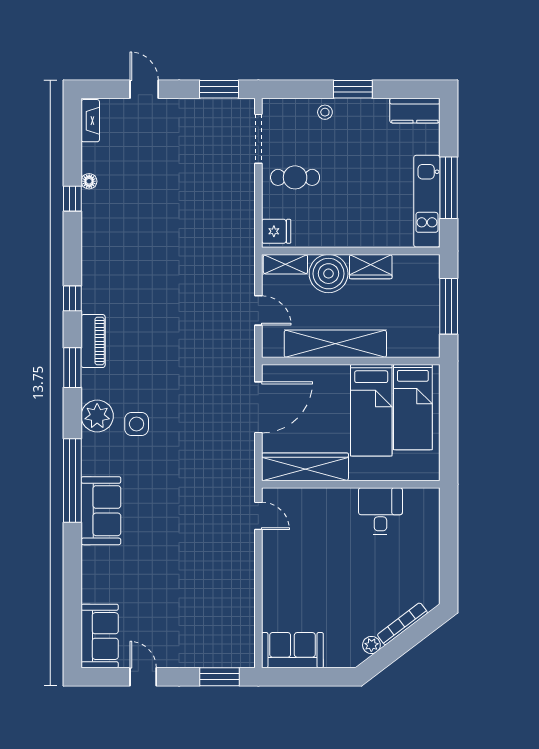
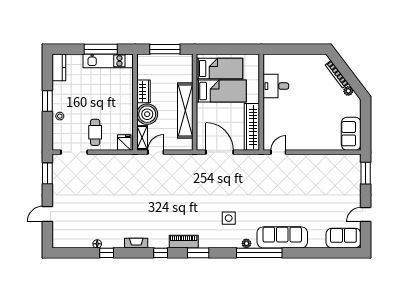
fireplace: (90, 121) -> (136, 243), moved
door: (258, 310) -> (156, 152), moved
plant: (97, 416) -> (246, 243), moved, width x0.53, depth x0.53
sofa: (101, 511) -> (282, 237), width x1.36

